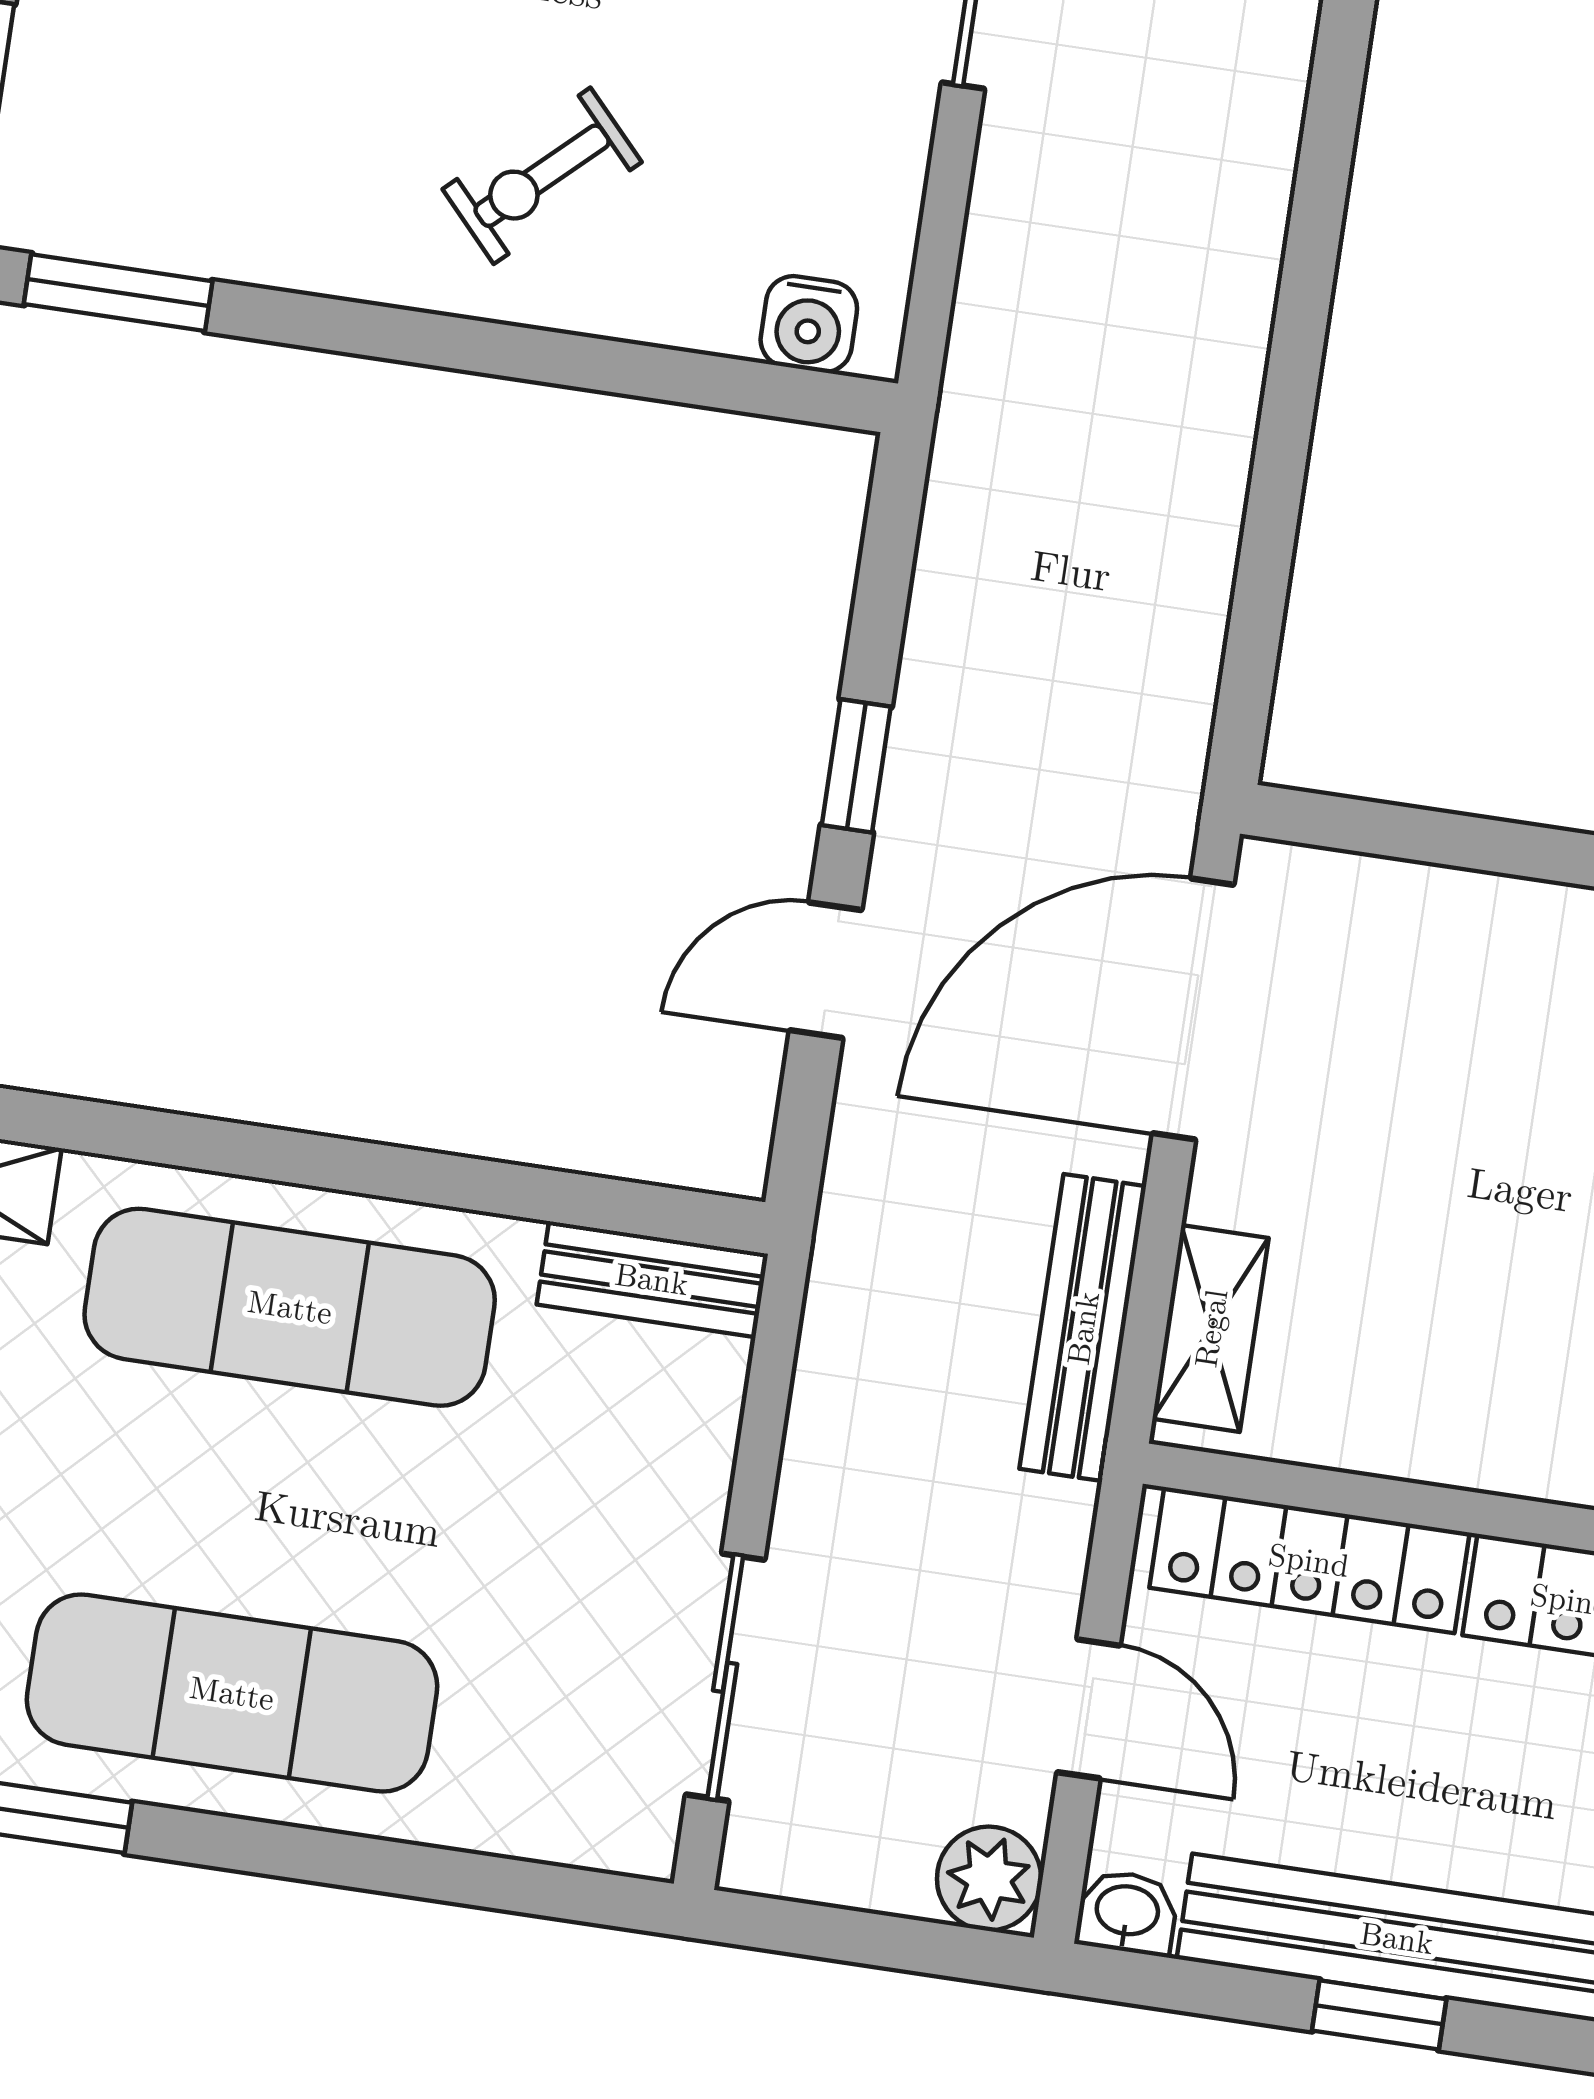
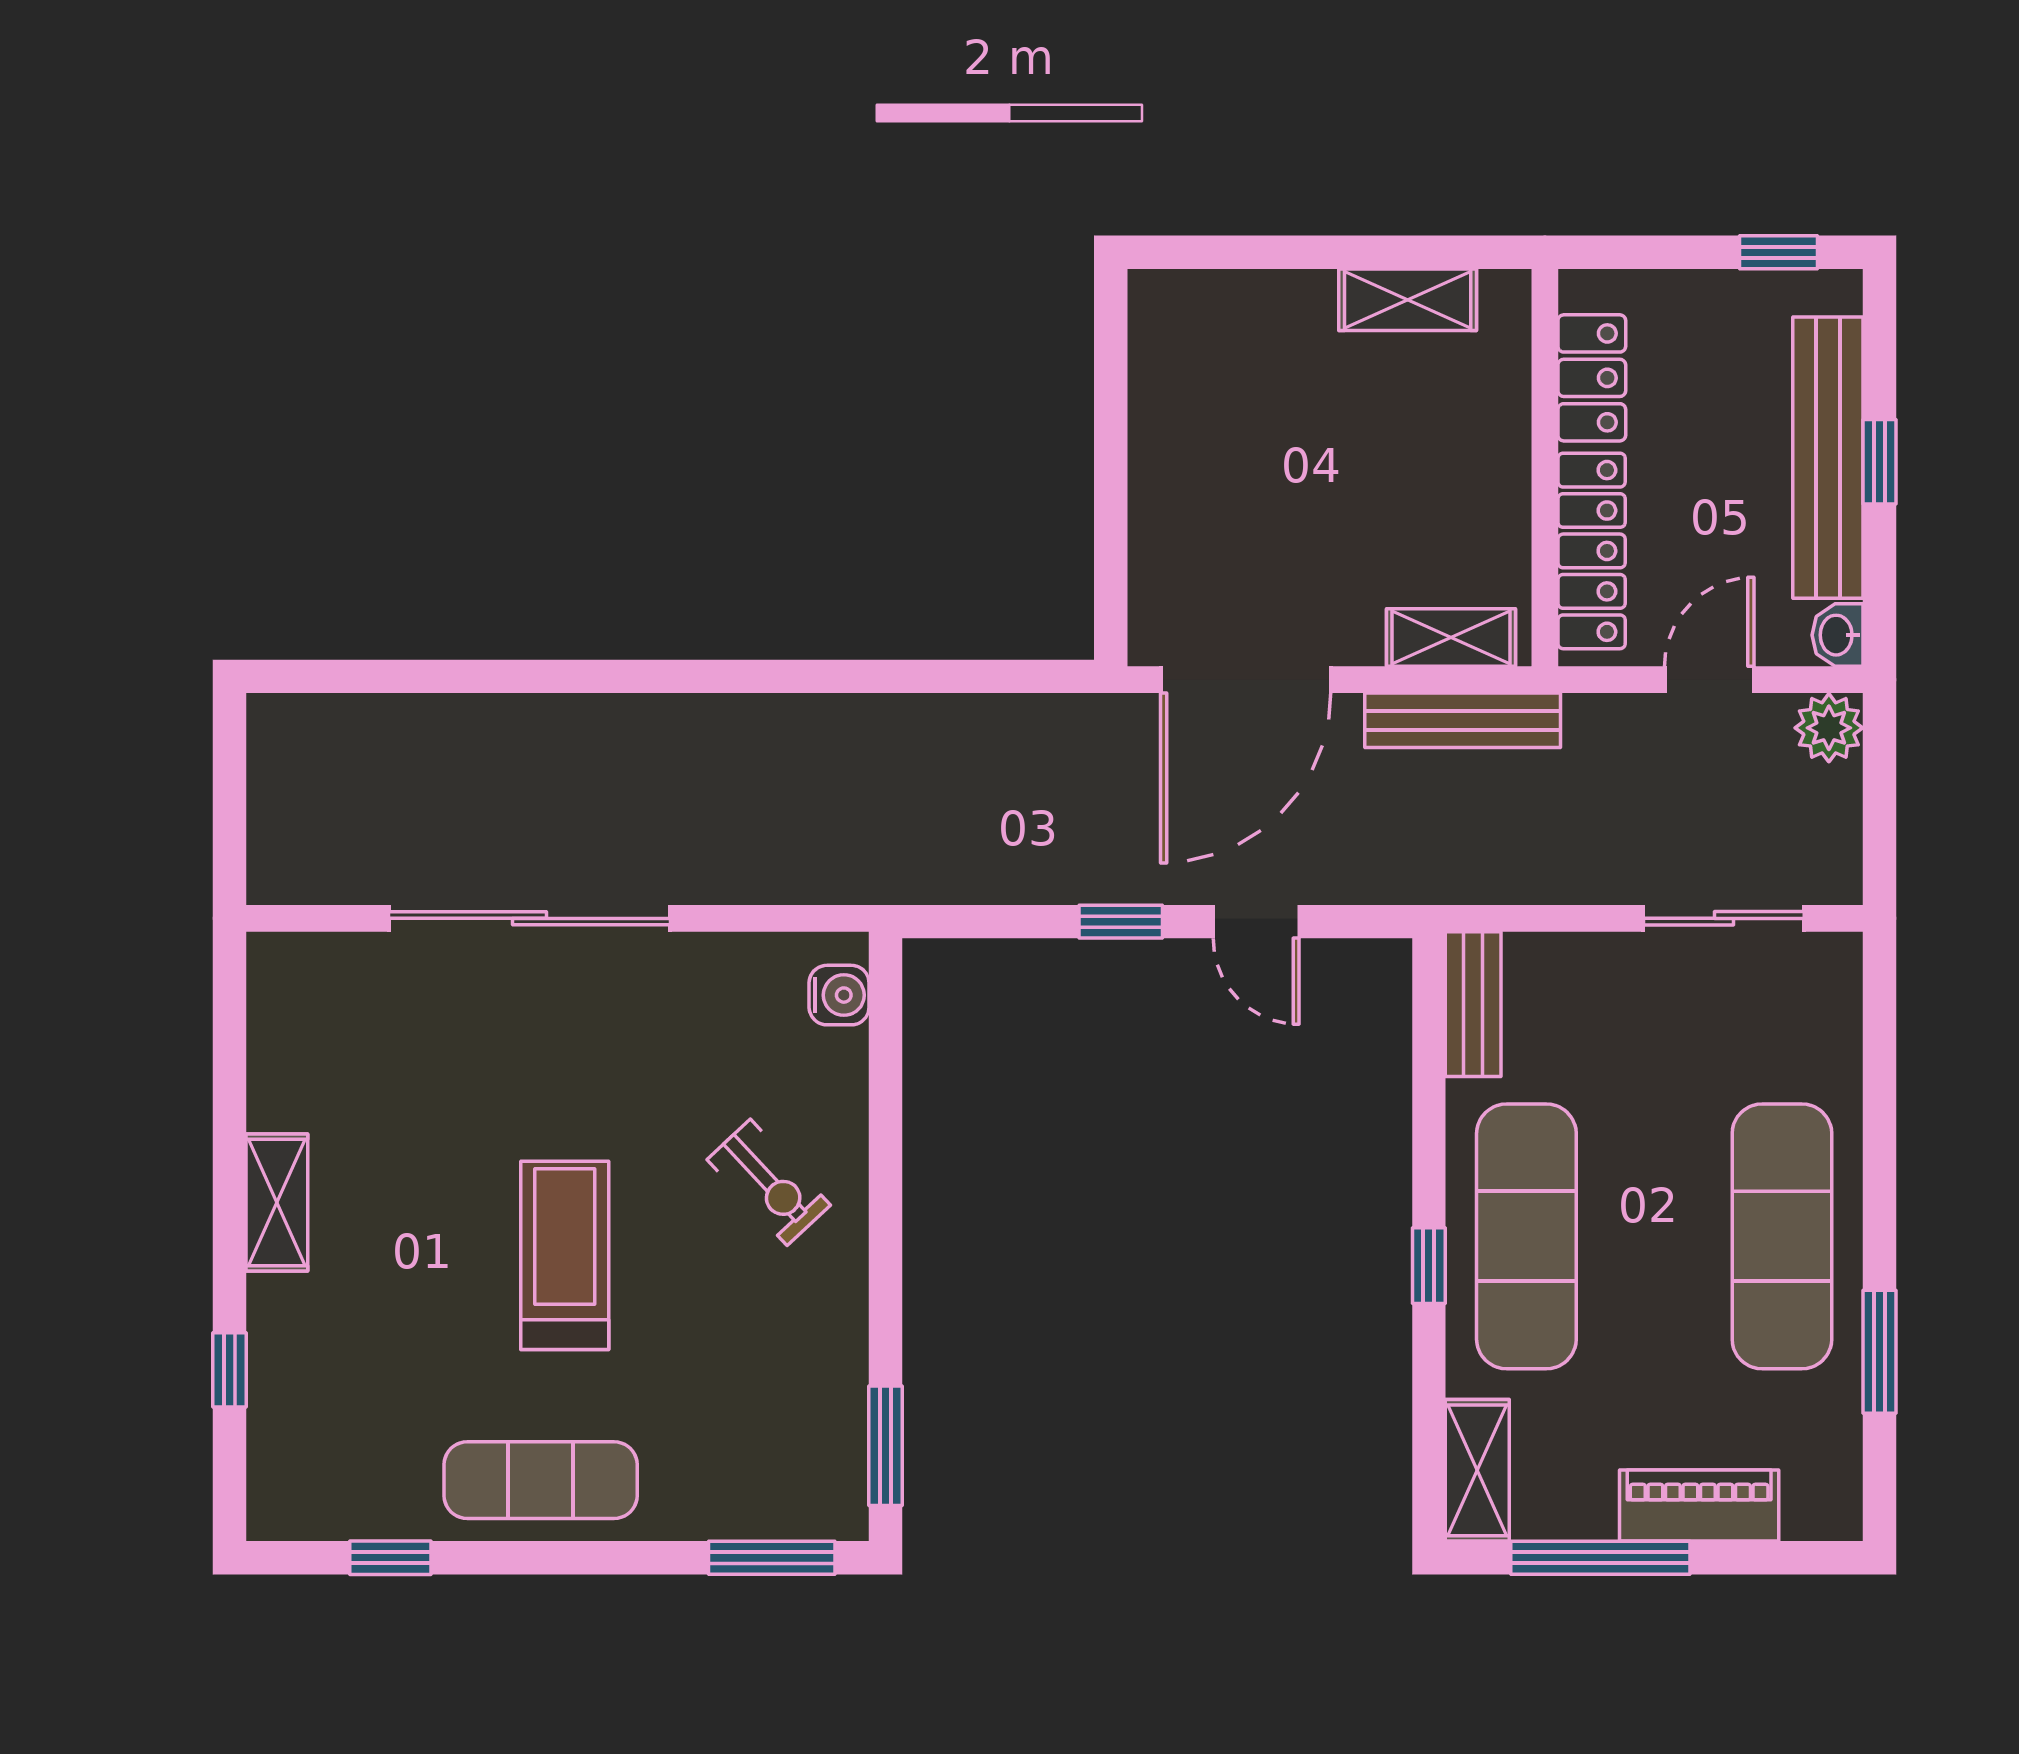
door: (1193, 1009) -> (1246, 680), hinge flipped
window: (267, 1153) -> (1429, 1266), added

